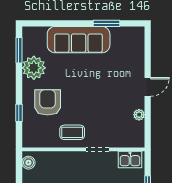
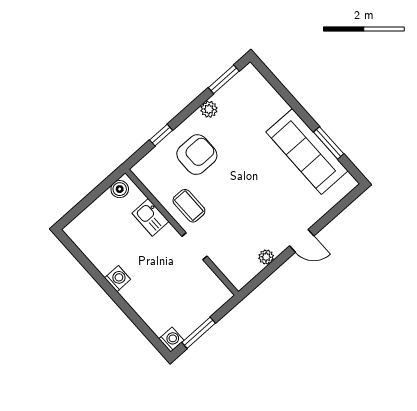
sofa: (79, 40) -> (307, 151), moved
plant: (34, 68) -> (209, 109), width x0.53, depth x0.53
kitchen sink: (130, 159) -> (150, 217), moved

